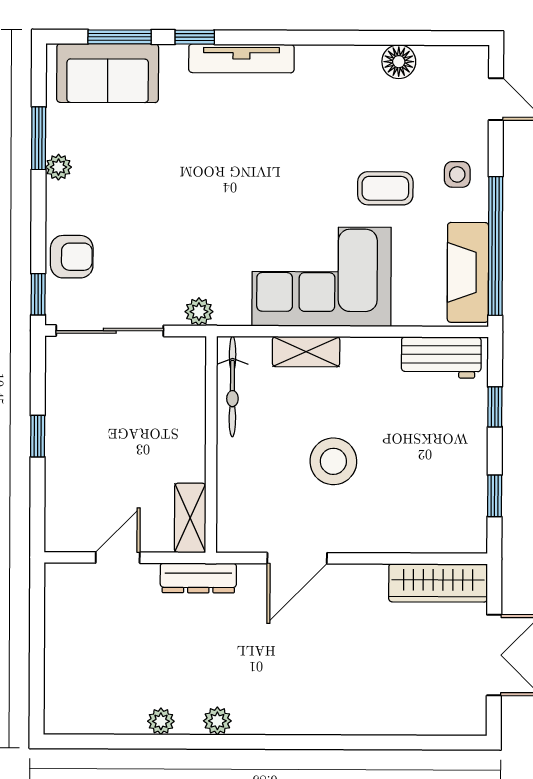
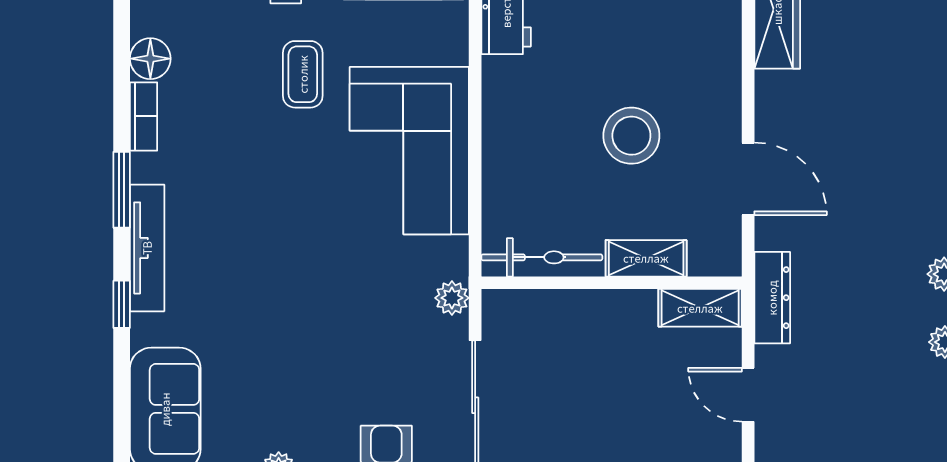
window: (120, 37) -> (122, 190), moved
bookcase: (351, 56) -> (144, 116), added
shelving: (306, 352) -> (646, 258), moved, turned 90

